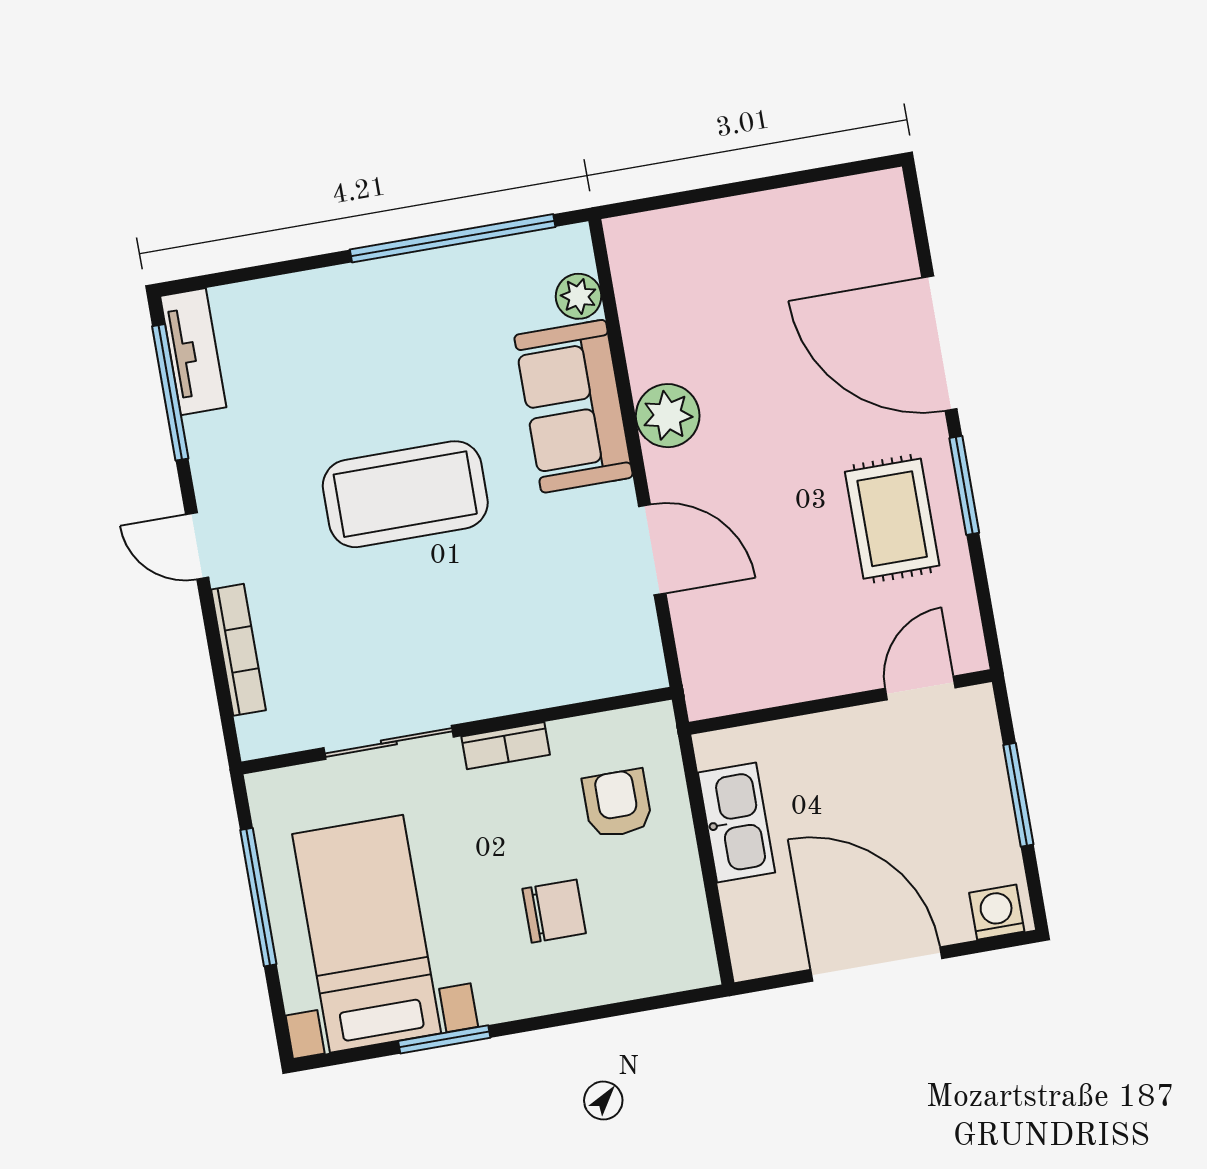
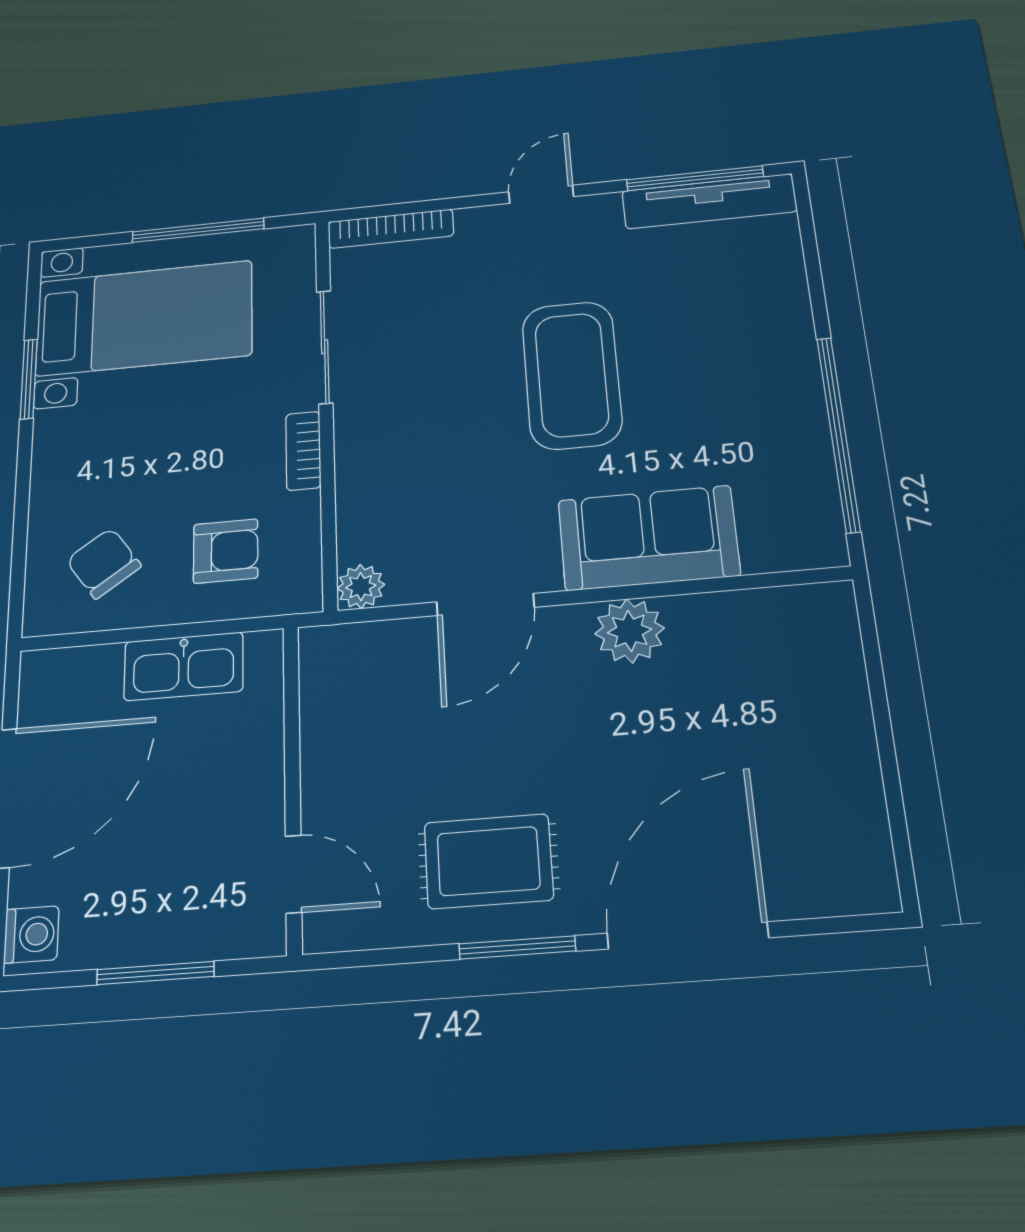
plant: (579, 296) -> (361, 587), moved
tv unit: (193, 352) -> (709, 201), width x1.41
bookcase: (238, 650) -> (391, 229), moved
chair: (554, 911) -> (104, 563), moved, turned 145

